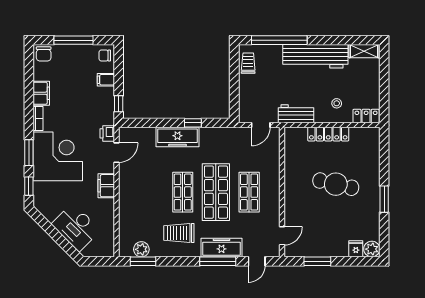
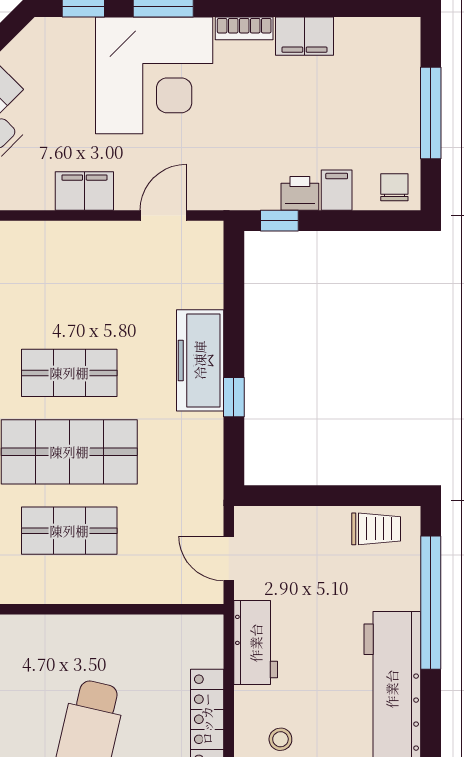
chair: (44, 54) -> (398, 42), removed
printer: (107, 133) -> (300, 193), moved
door: (117, 153) -> (163, 216), swing flipped

